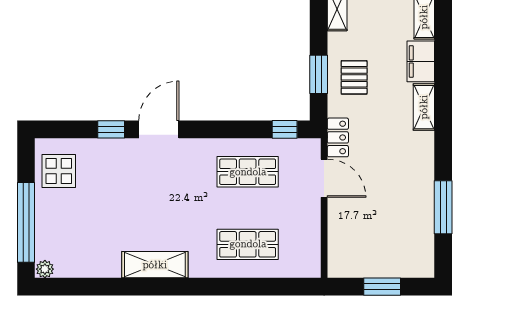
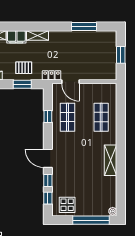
window: (73, 129) -> (48, 198), added
window: (285, 129) -> (48, 116), moved
door: (324, 178) -> (70, 82), swing flipped

